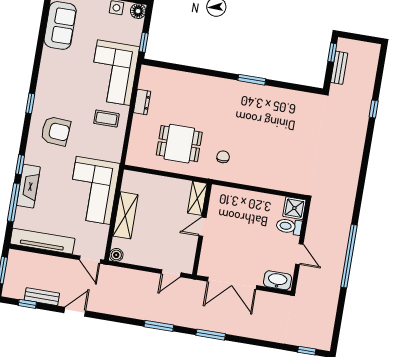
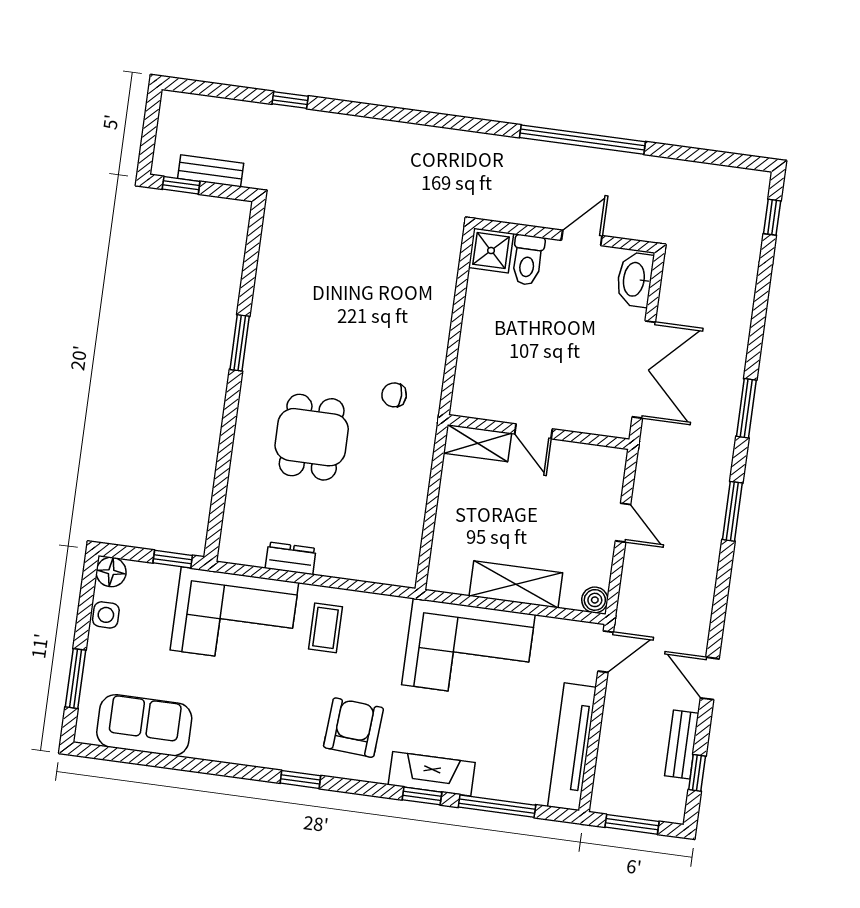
dining table: (179, 144) -> (312, 437), moved
fireplace: (28, 186) -> (432, 774), moved
door: (171, 273) -> (623, 523), moved

